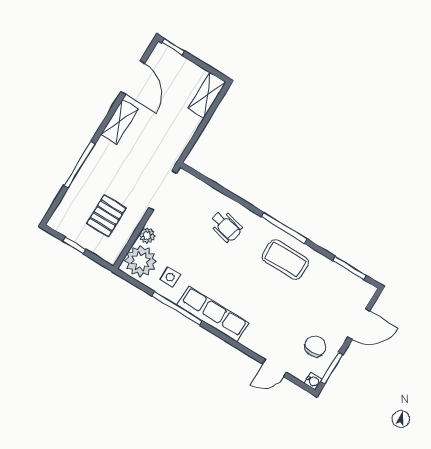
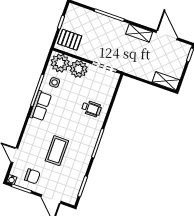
door: (133, 78) -> (167, 35), swing flipped
pallet: (106, 216) -> (70, 40), moved
wheelchair: (226, 226) -> (91, 109), turned -104
plant: (147, 236) -> (79, 69), width x1.88, depth x1.88
coffee table: (285, 260) -> (57, 151), moved
row of seats: (213, 314) -> (41, 106), width x0.68

